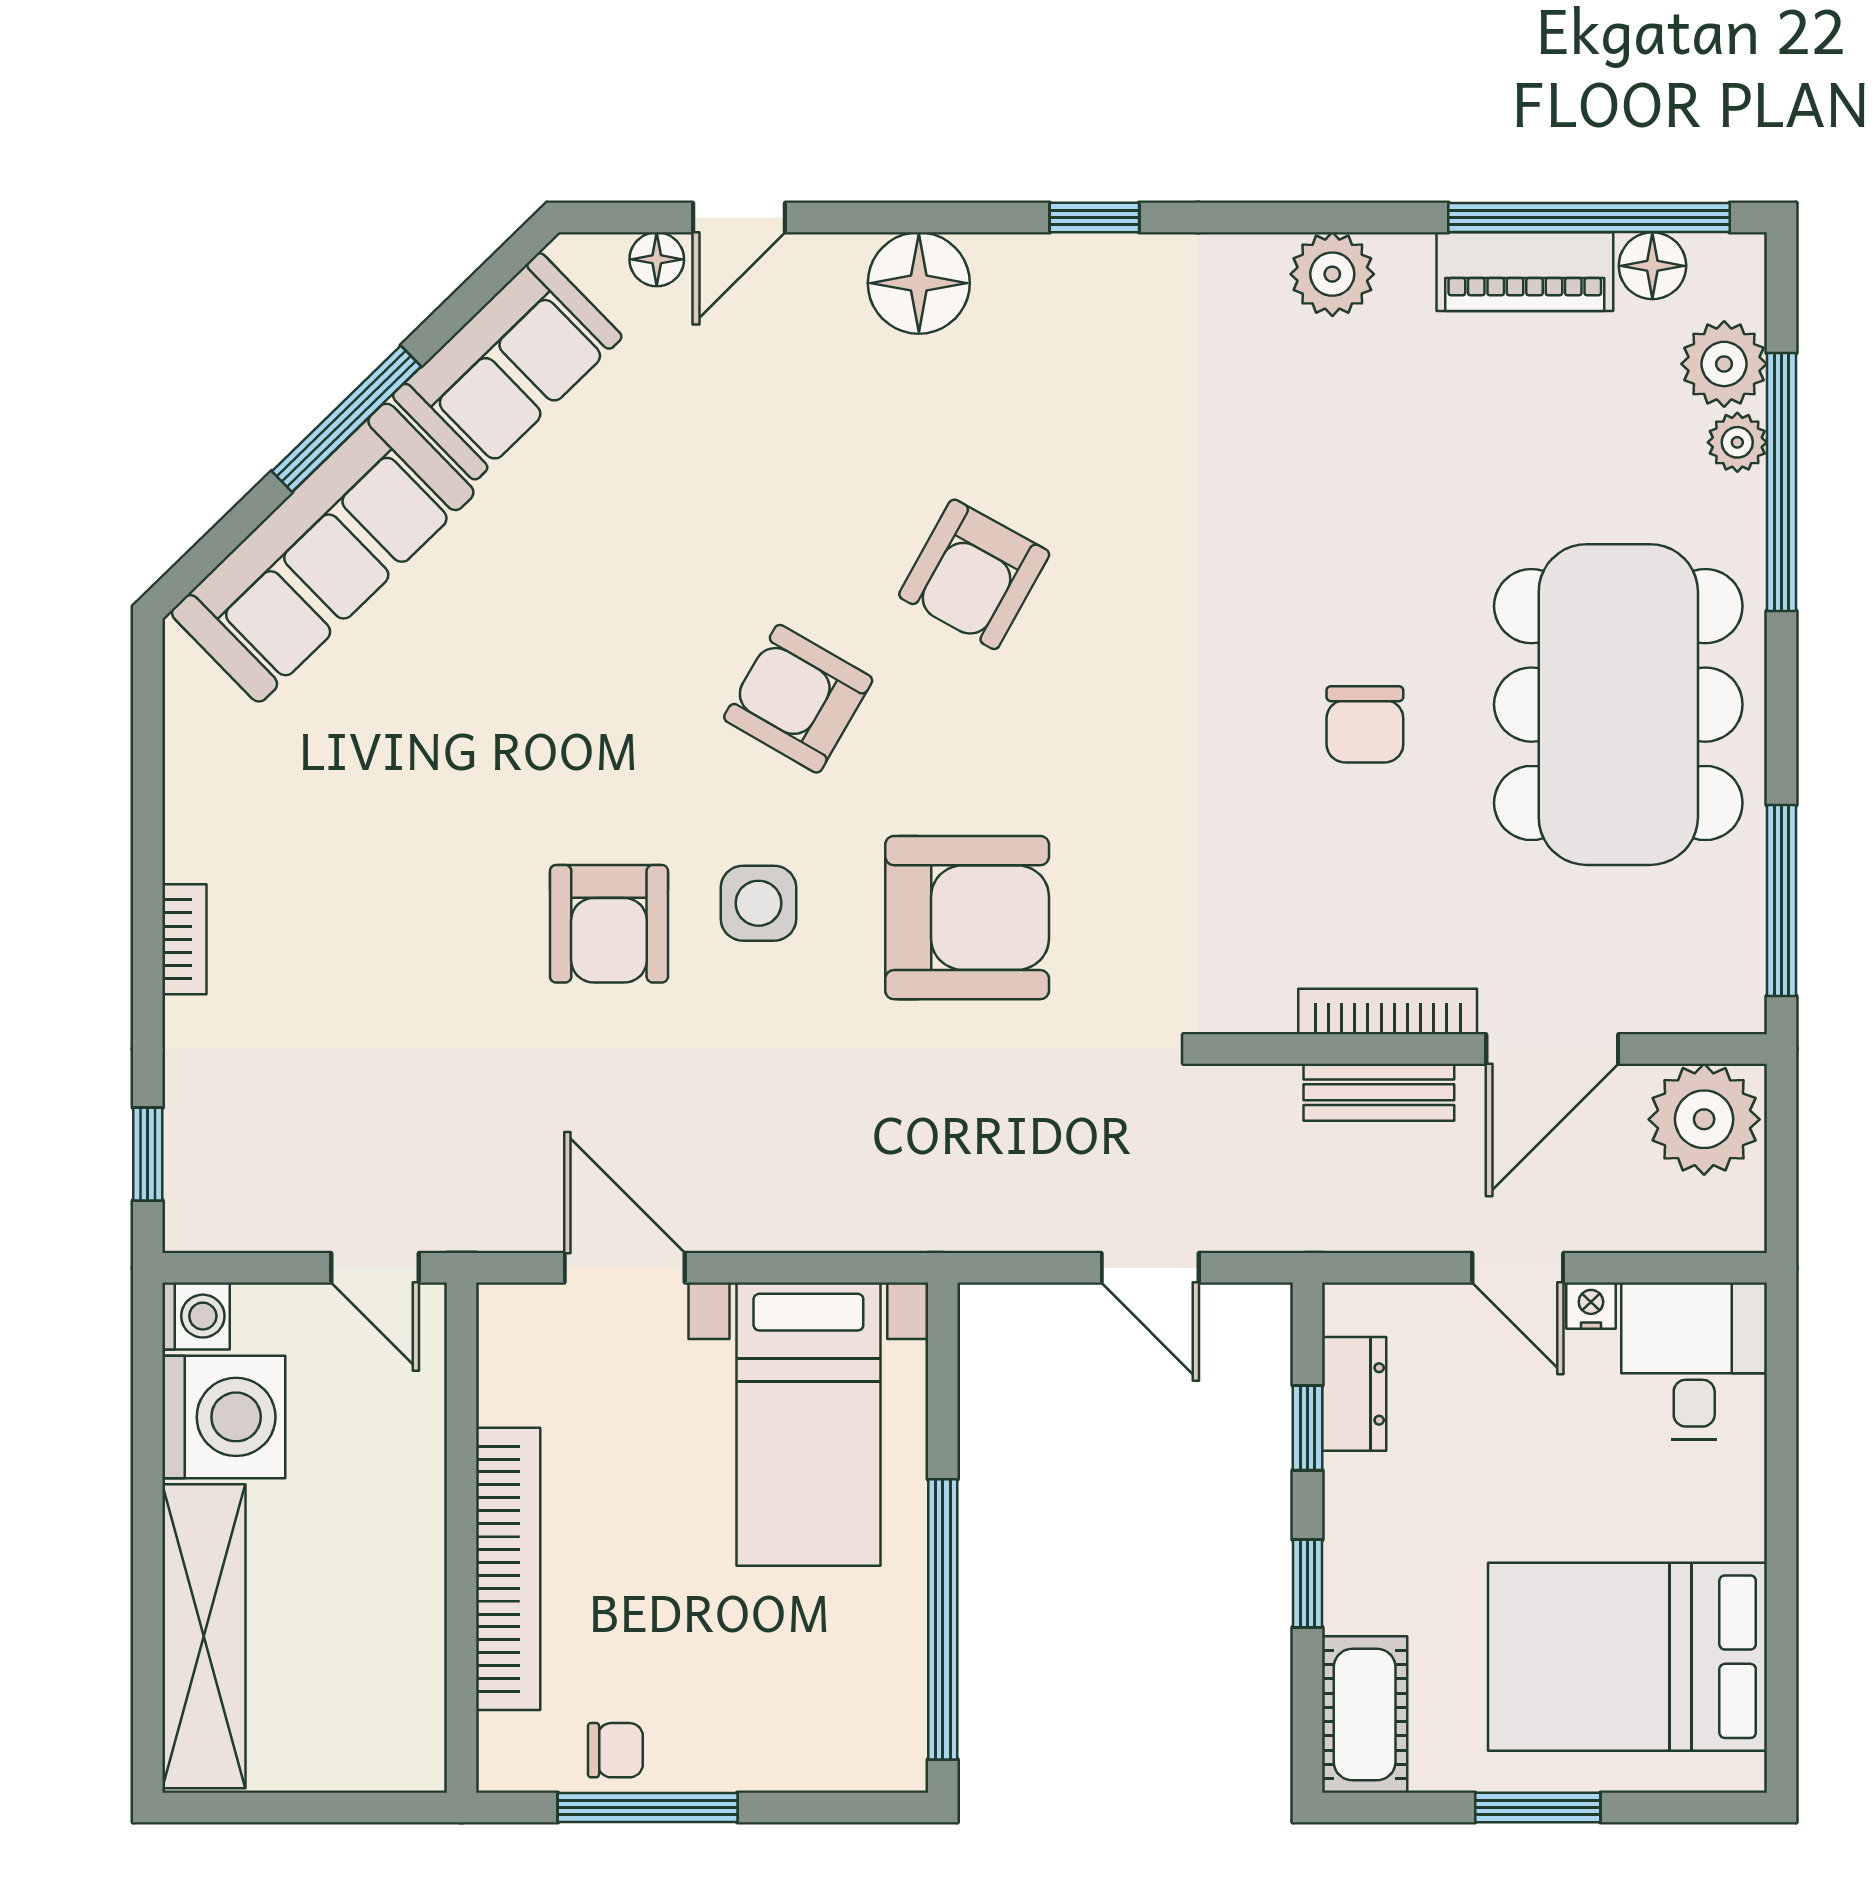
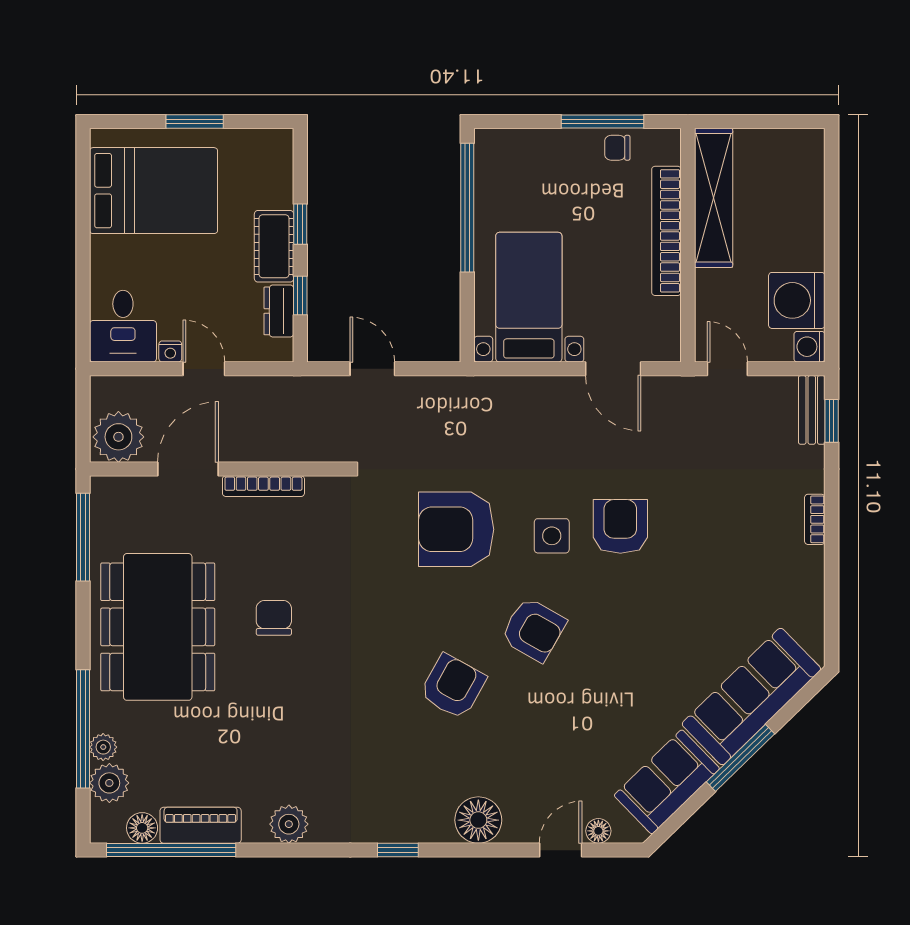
bench: (1379, 1092) -> (812, 410), moved, turned 90
shelving: (204, 1636) -> (714, 198), moved
cot: (1365, 1715) -> (274, 246), moved

